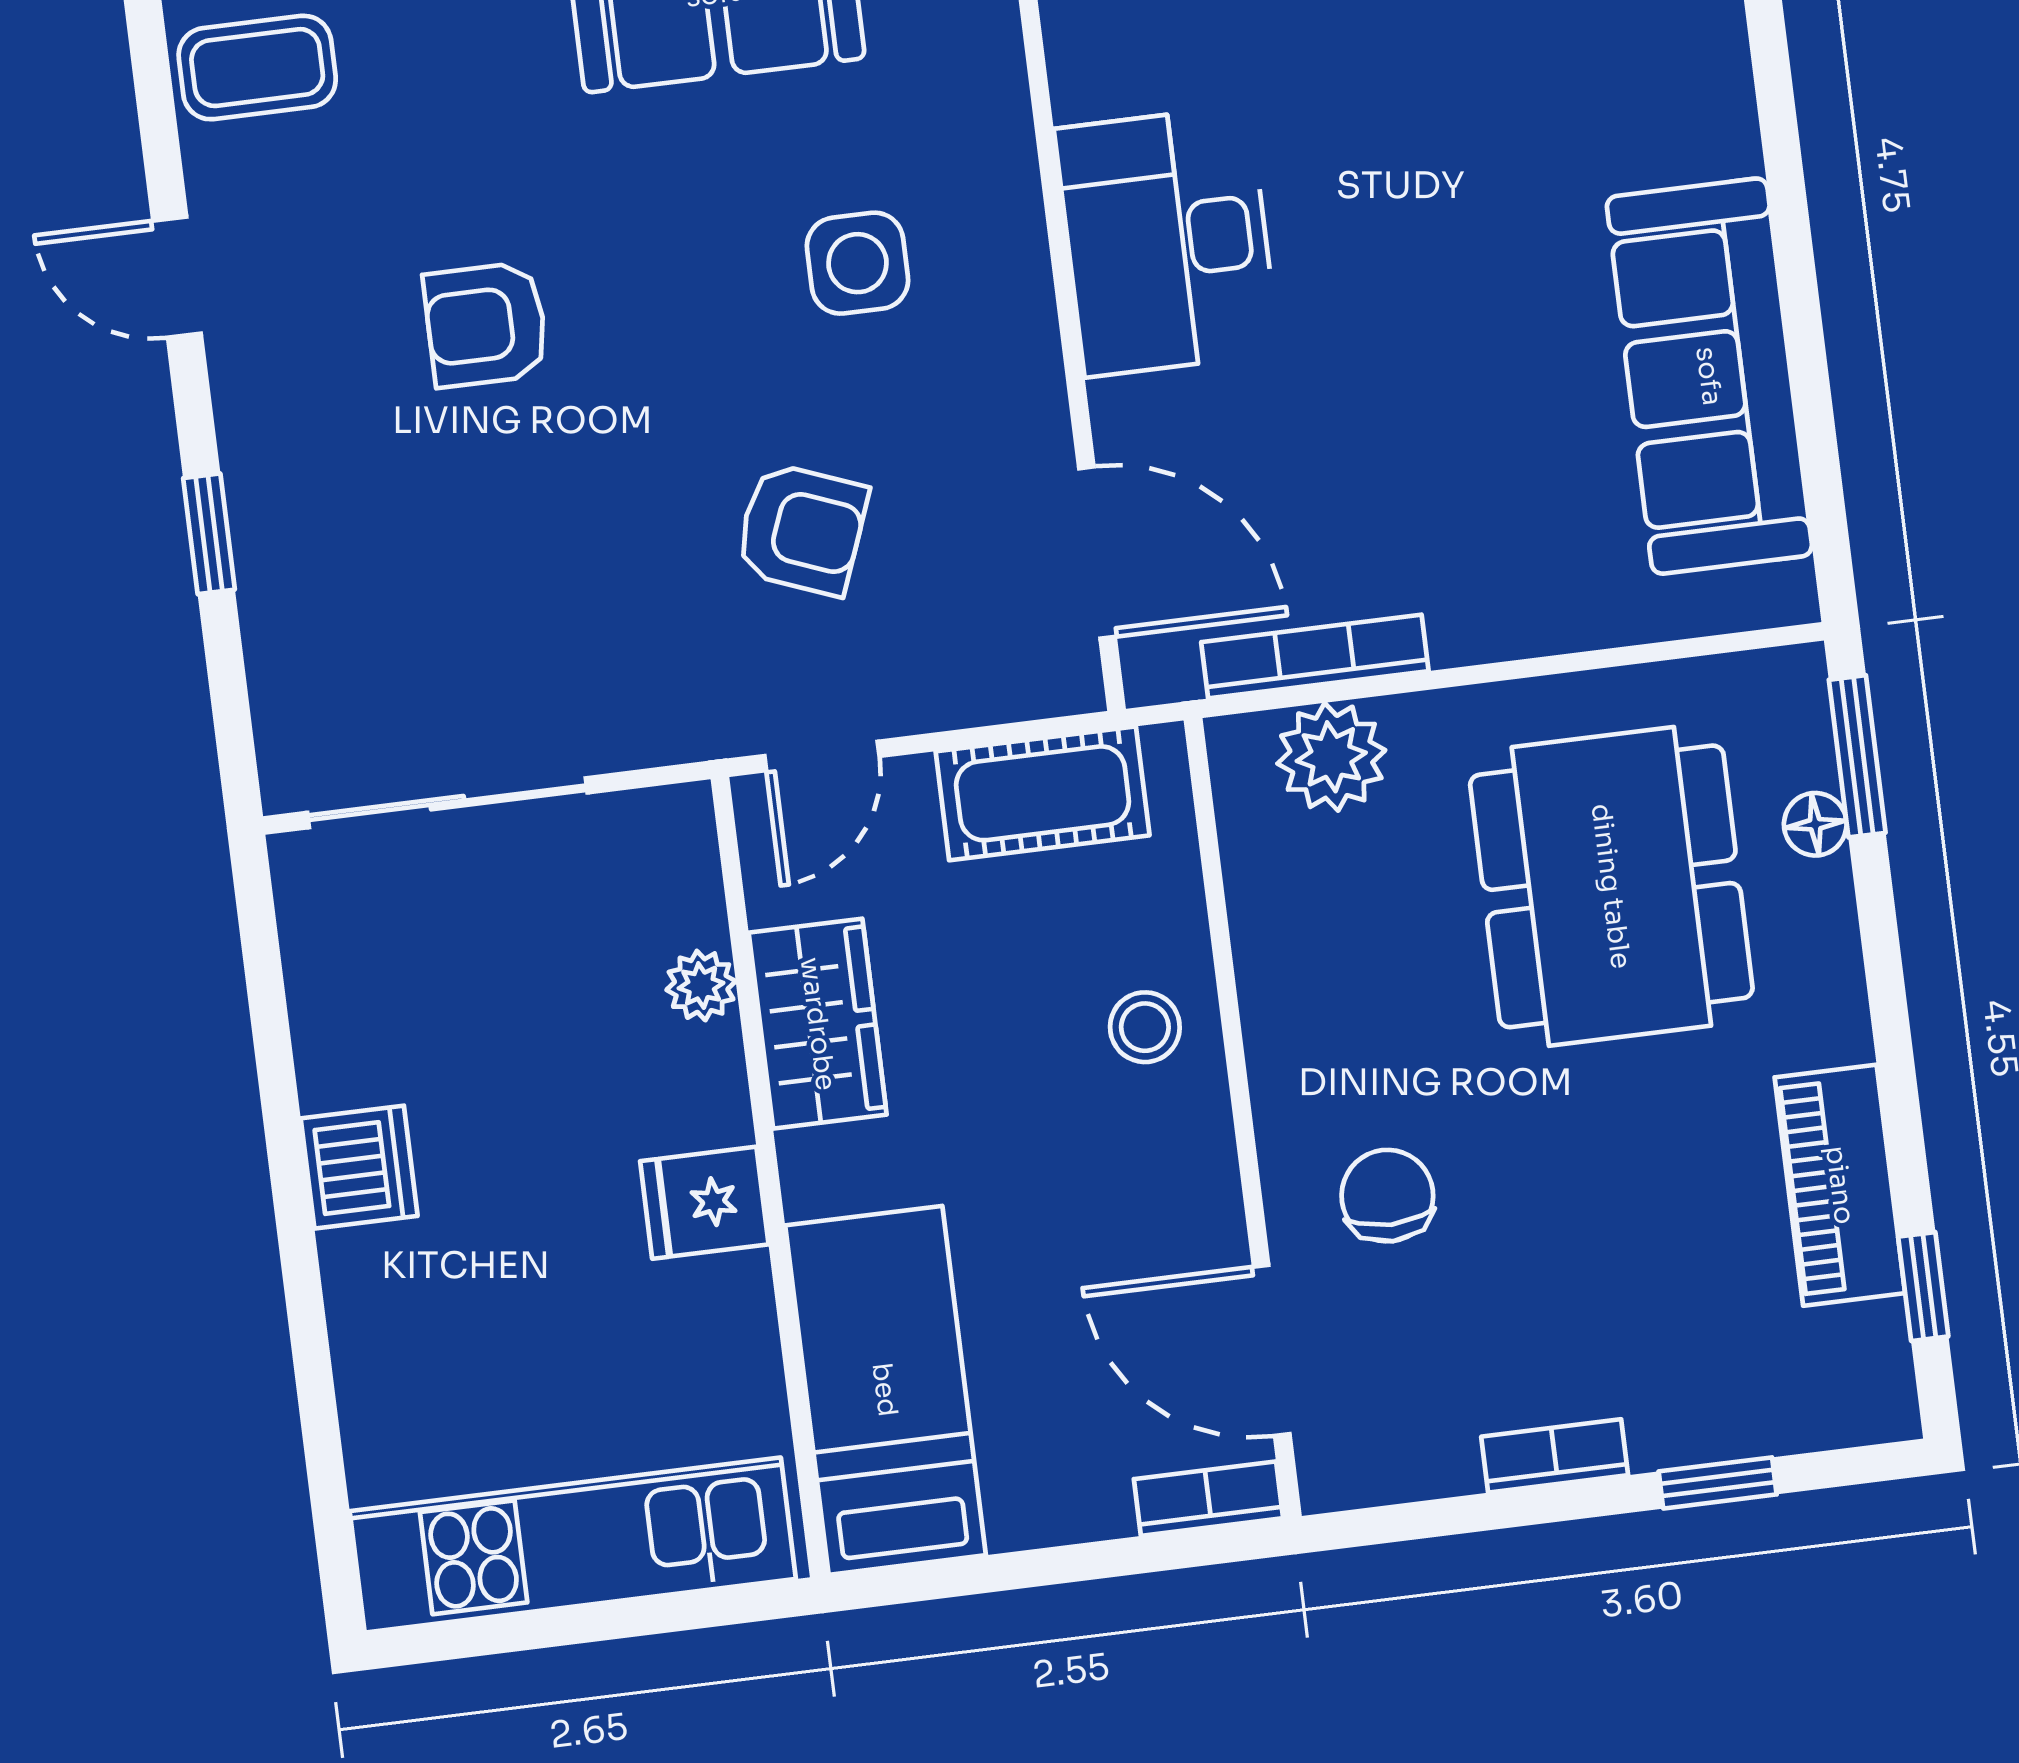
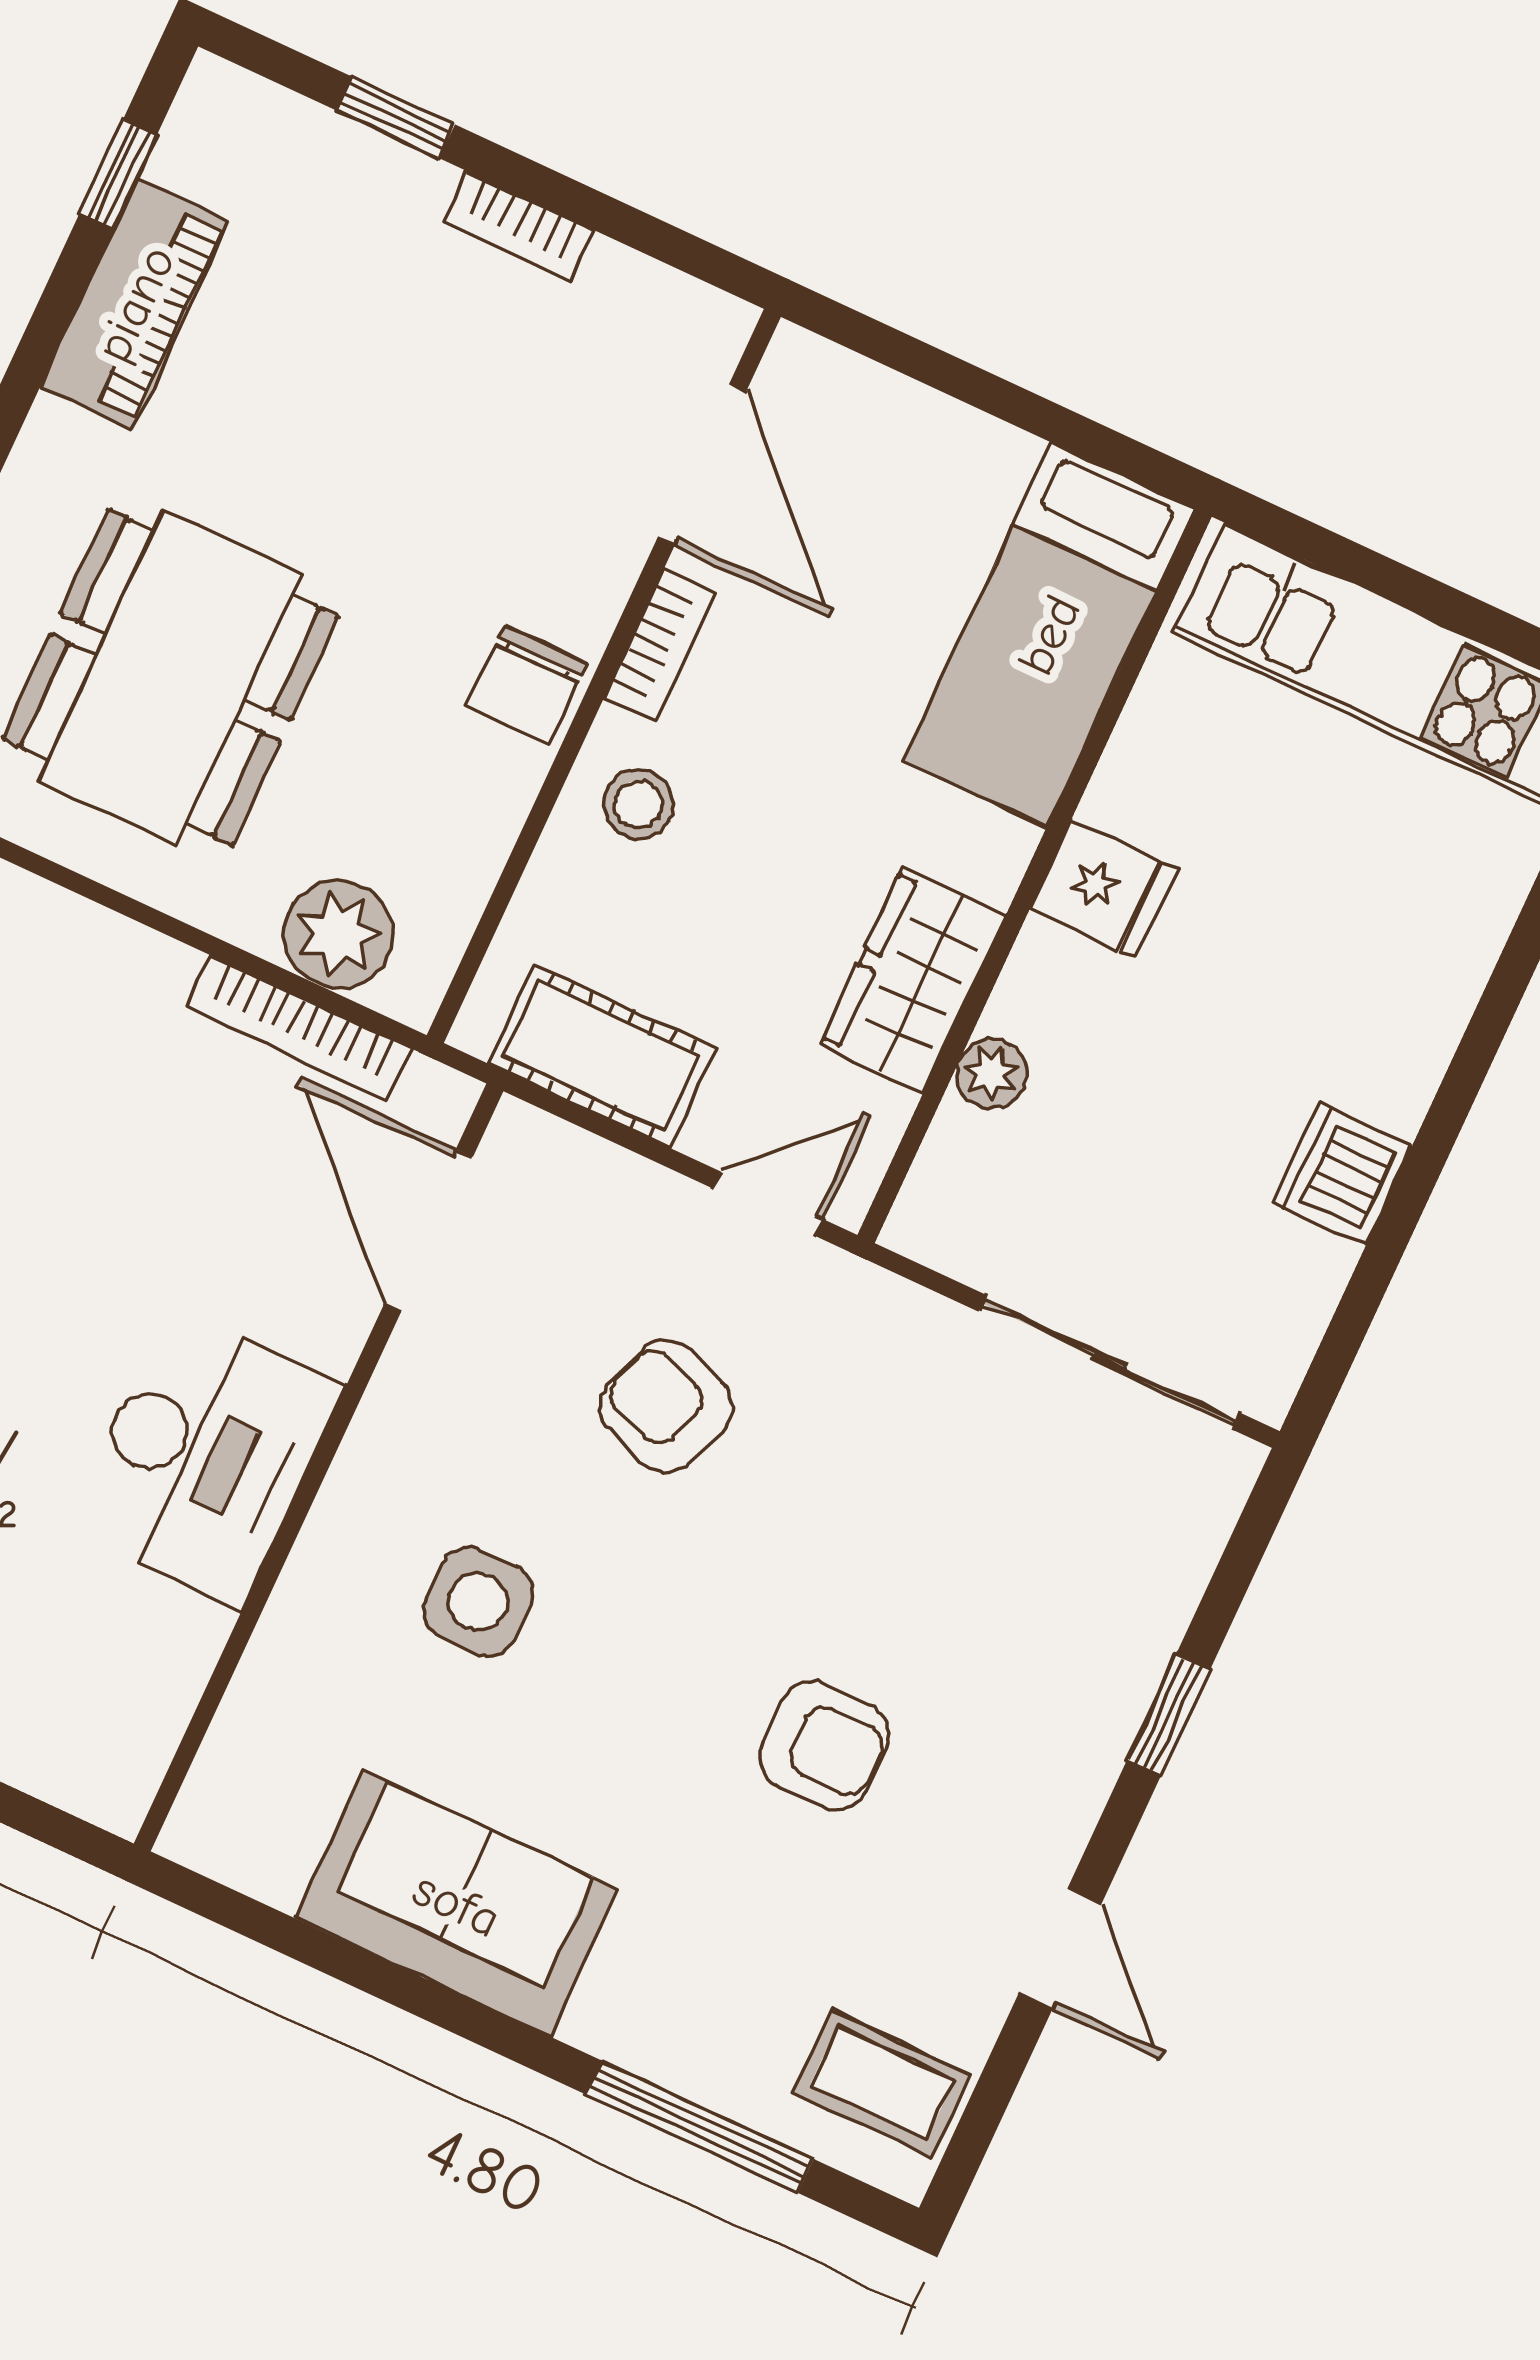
dishwasher: (359, 1167) -> (1342, 1174), moved
chair: (1387, 1196) -> (527, 685), moved
bookcase: (1208, 1499) -> (660, 645), moved, turned -90

